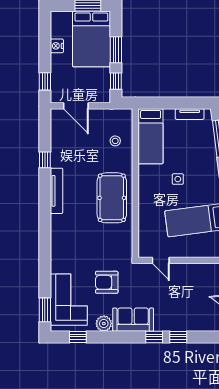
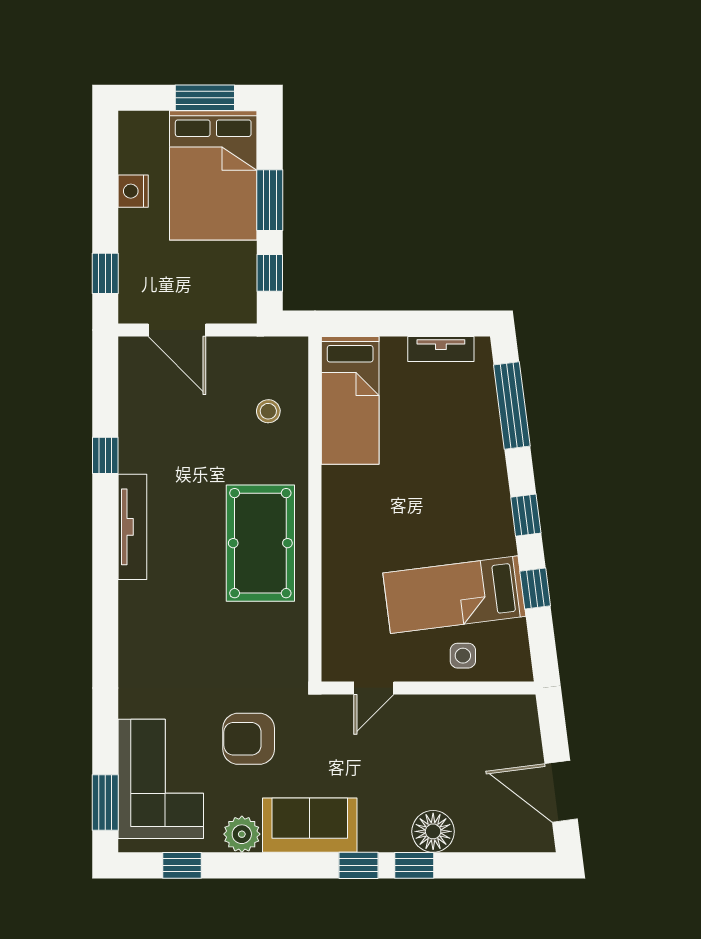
side table: (178, 179) -> (463, 656), moved
door: (161, 260) -> (374, 688), hinge flipped
floor lamp: (186, 322) -> (433, 831), added

